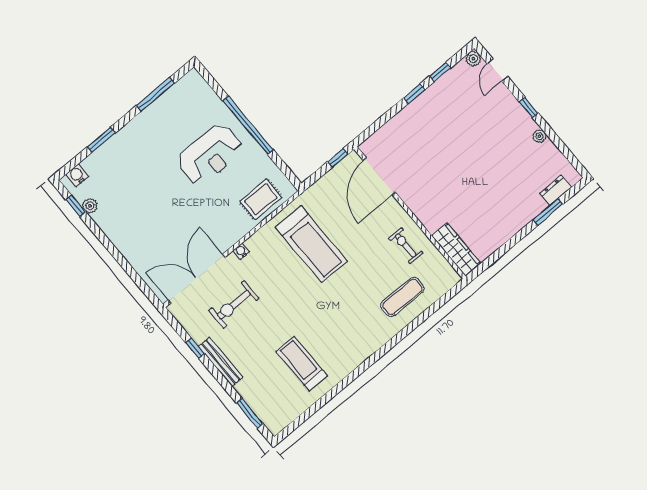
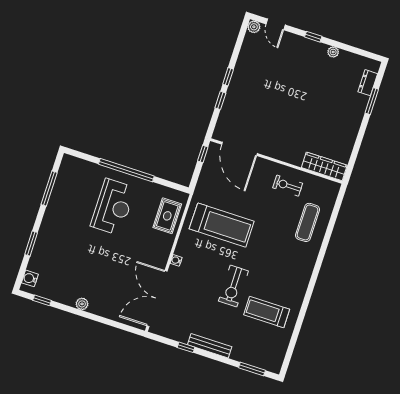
window: (440, 72) -> (220, 100), moved
plant: (90, 206) -> (82, 304), moved
exercise bike: (234, 304) -> (233, 286), moved

